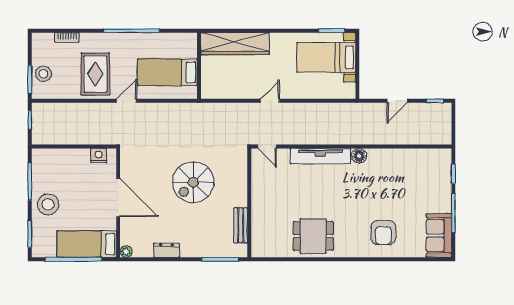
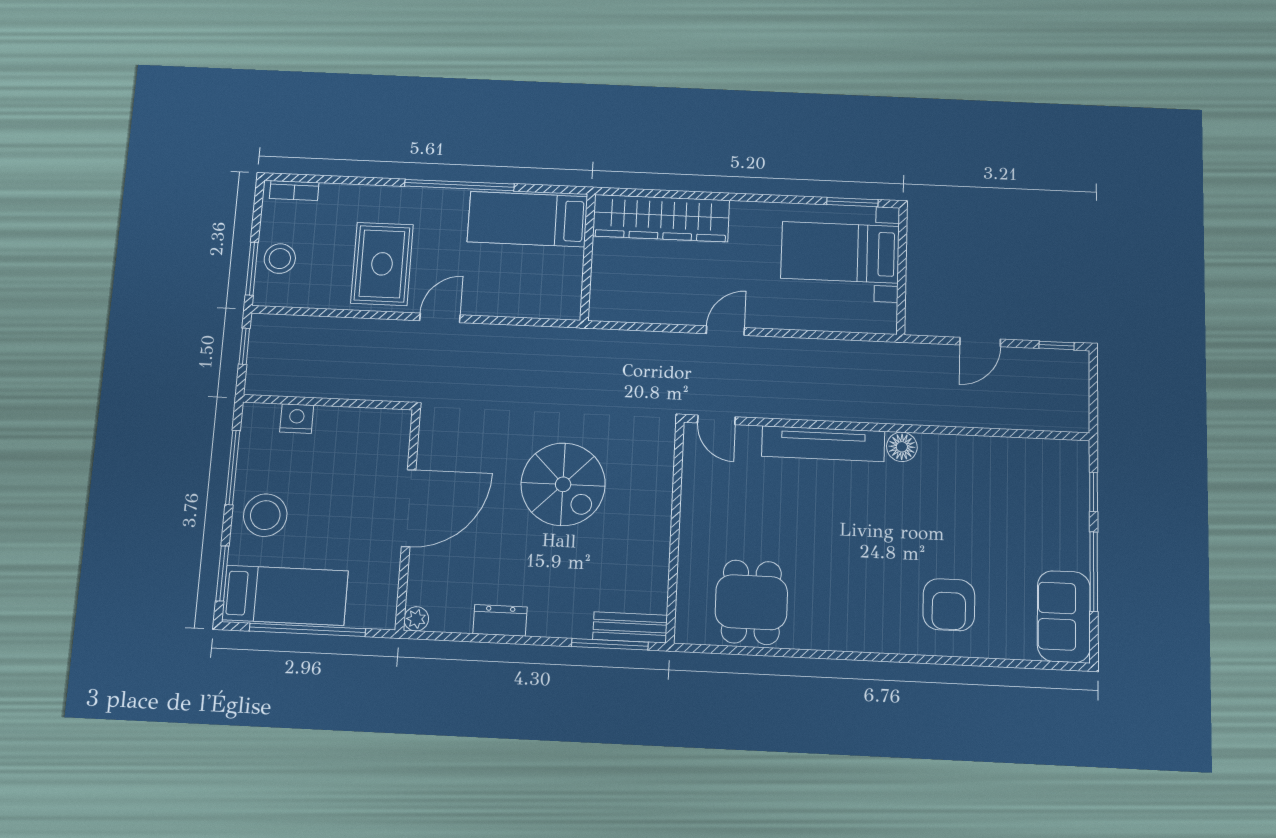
bookcase: (67, 37) -> (294, 190), moved
bed: (167, 72) -> (528, 219), moved
nightstand: (99, 156) -> (297, 419), moved
spiral stairs: (193, 182) -> (563, 484), turned -90
door: (118, 198) -> (409, 508), hinge flipped
bench: (241, 225) -> (630, 627), moved, turned 90
dining table: (313, 236) -> (751, 602), moved, turned 90
bed: (87, 244) -> (285, 595), moved, turned 180

